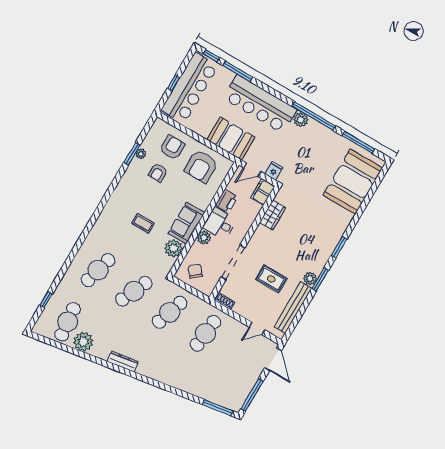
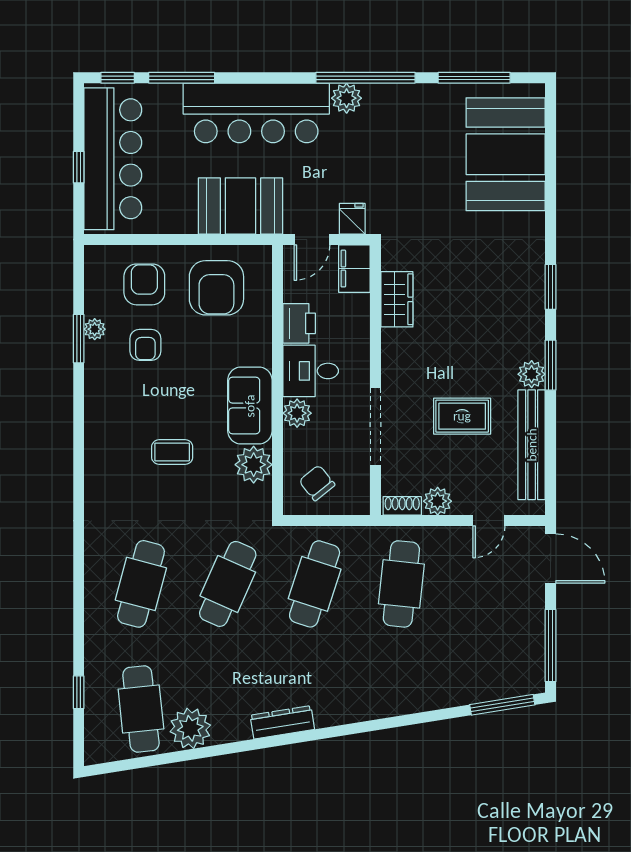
plant: (240, 308) -> (438, 501), added

